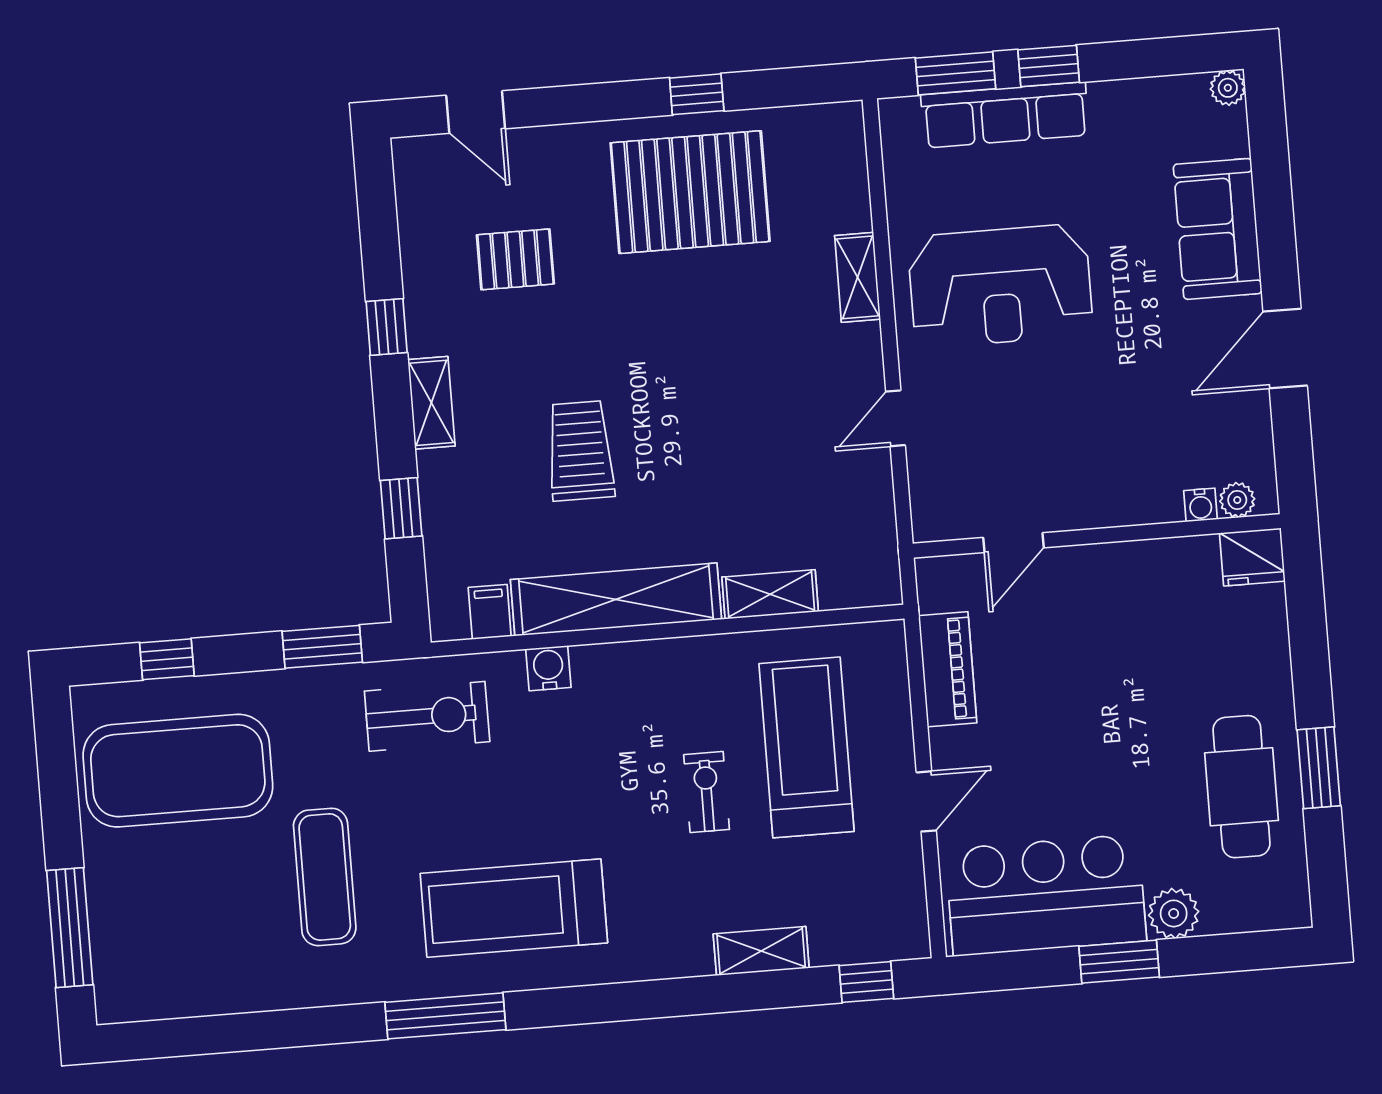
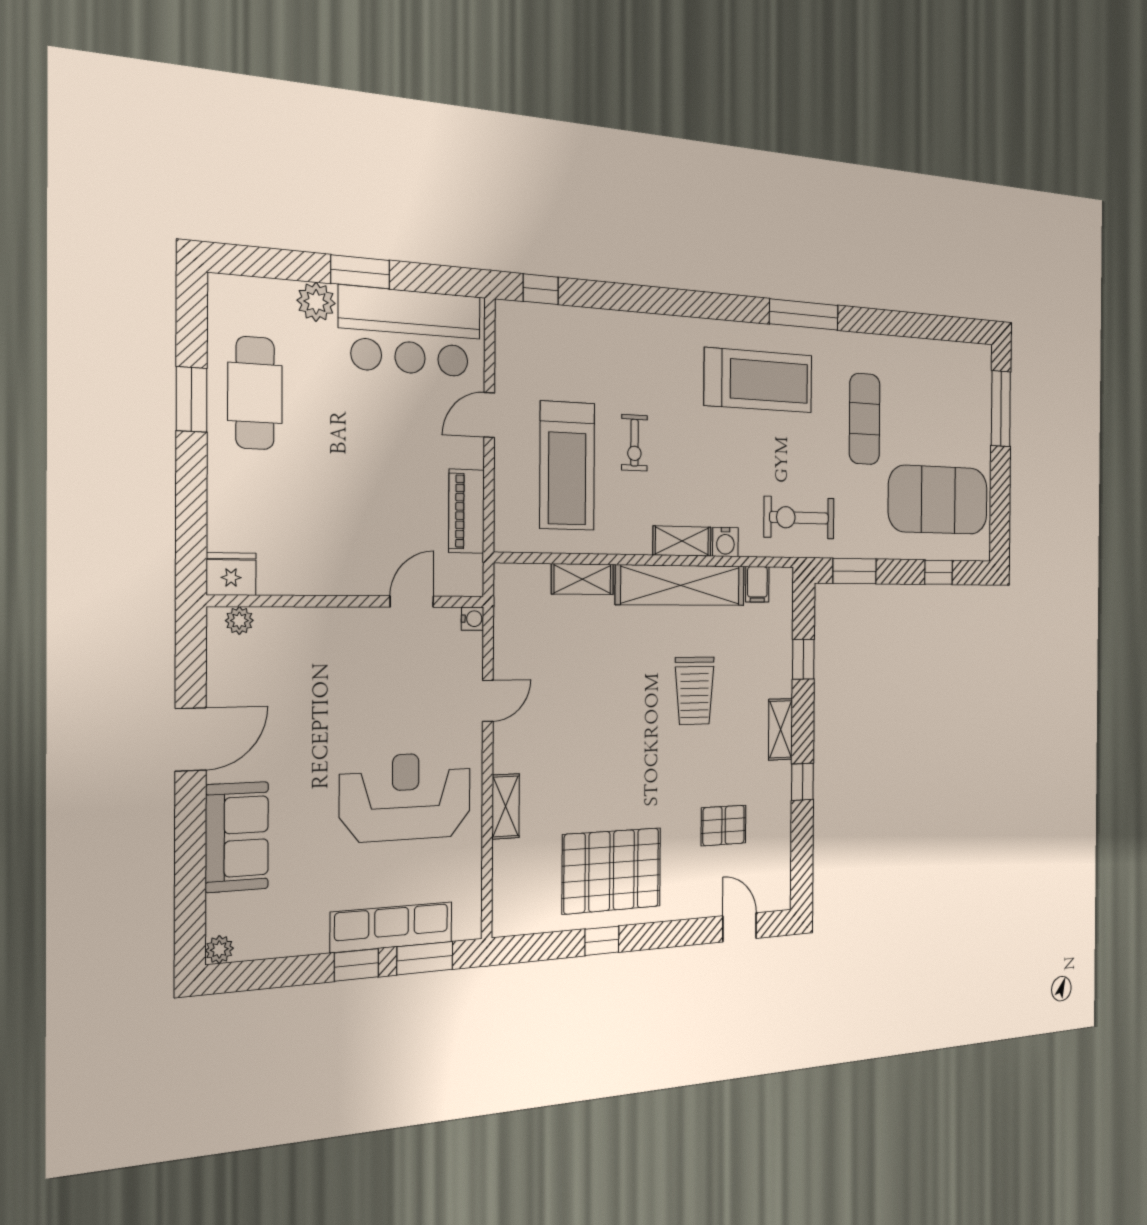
water cooler: (1201, 505) -> (472, 619), moved, turned 90
shelving: (761, 951) -> (682, 541), moved

